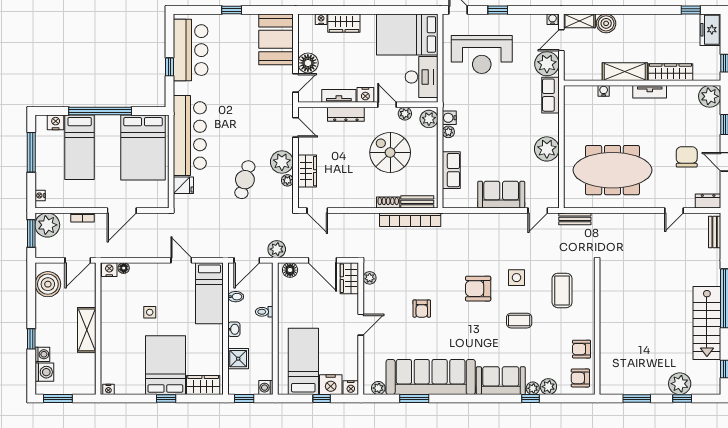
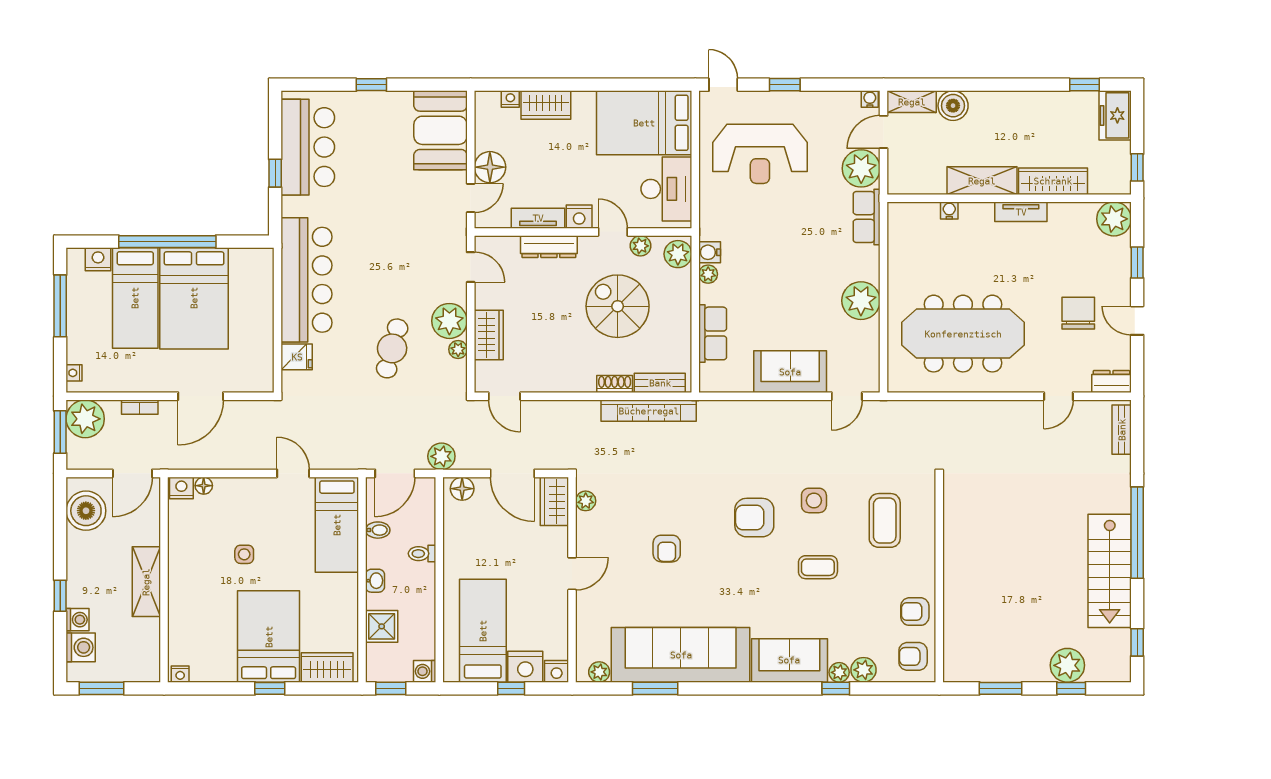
bed: (143, 147) -> (194, 298), moved
bench: (575, 219) -> (904, 409), removed

